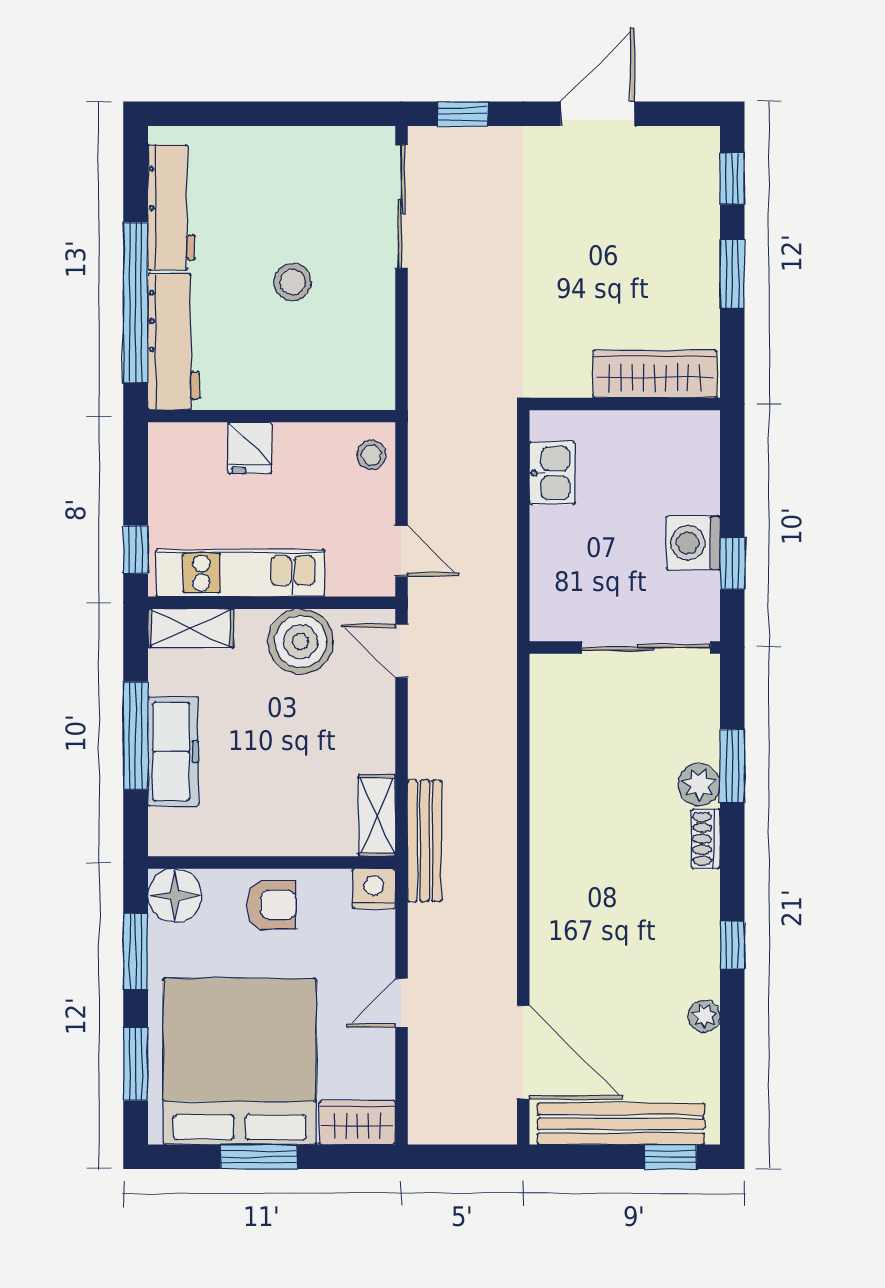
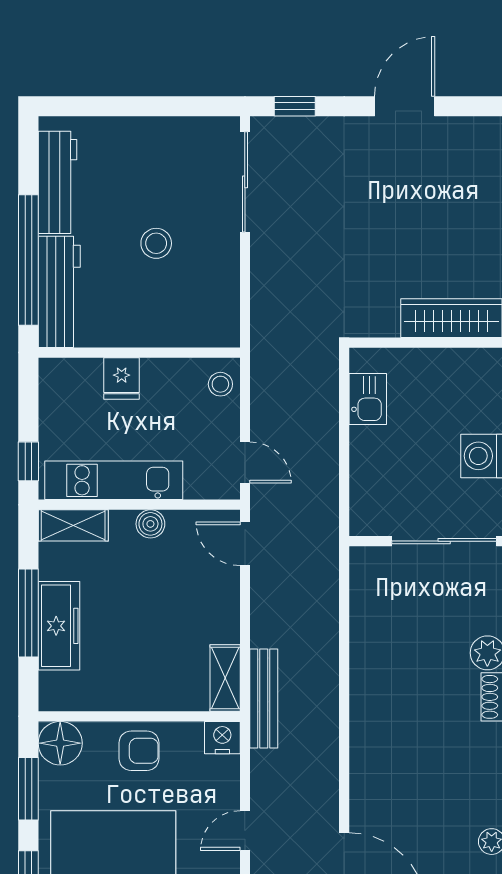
boiler: (301, 641) -> (150, 524), width x0.54, depth x0.54

